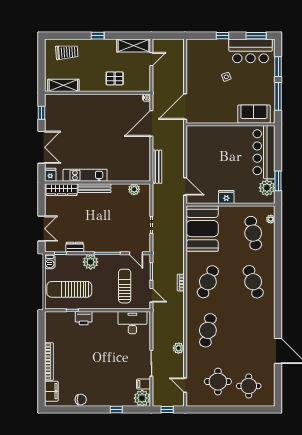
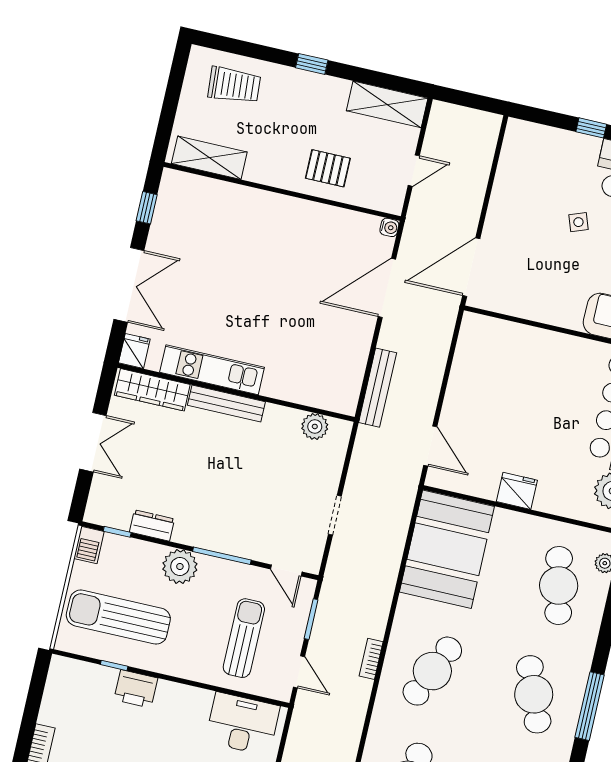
door: (151, 59) -> (414, 171), moved
double door: (41, 229) -> (93, 442), moved
window: (278, 281) -> (590, 706), added

